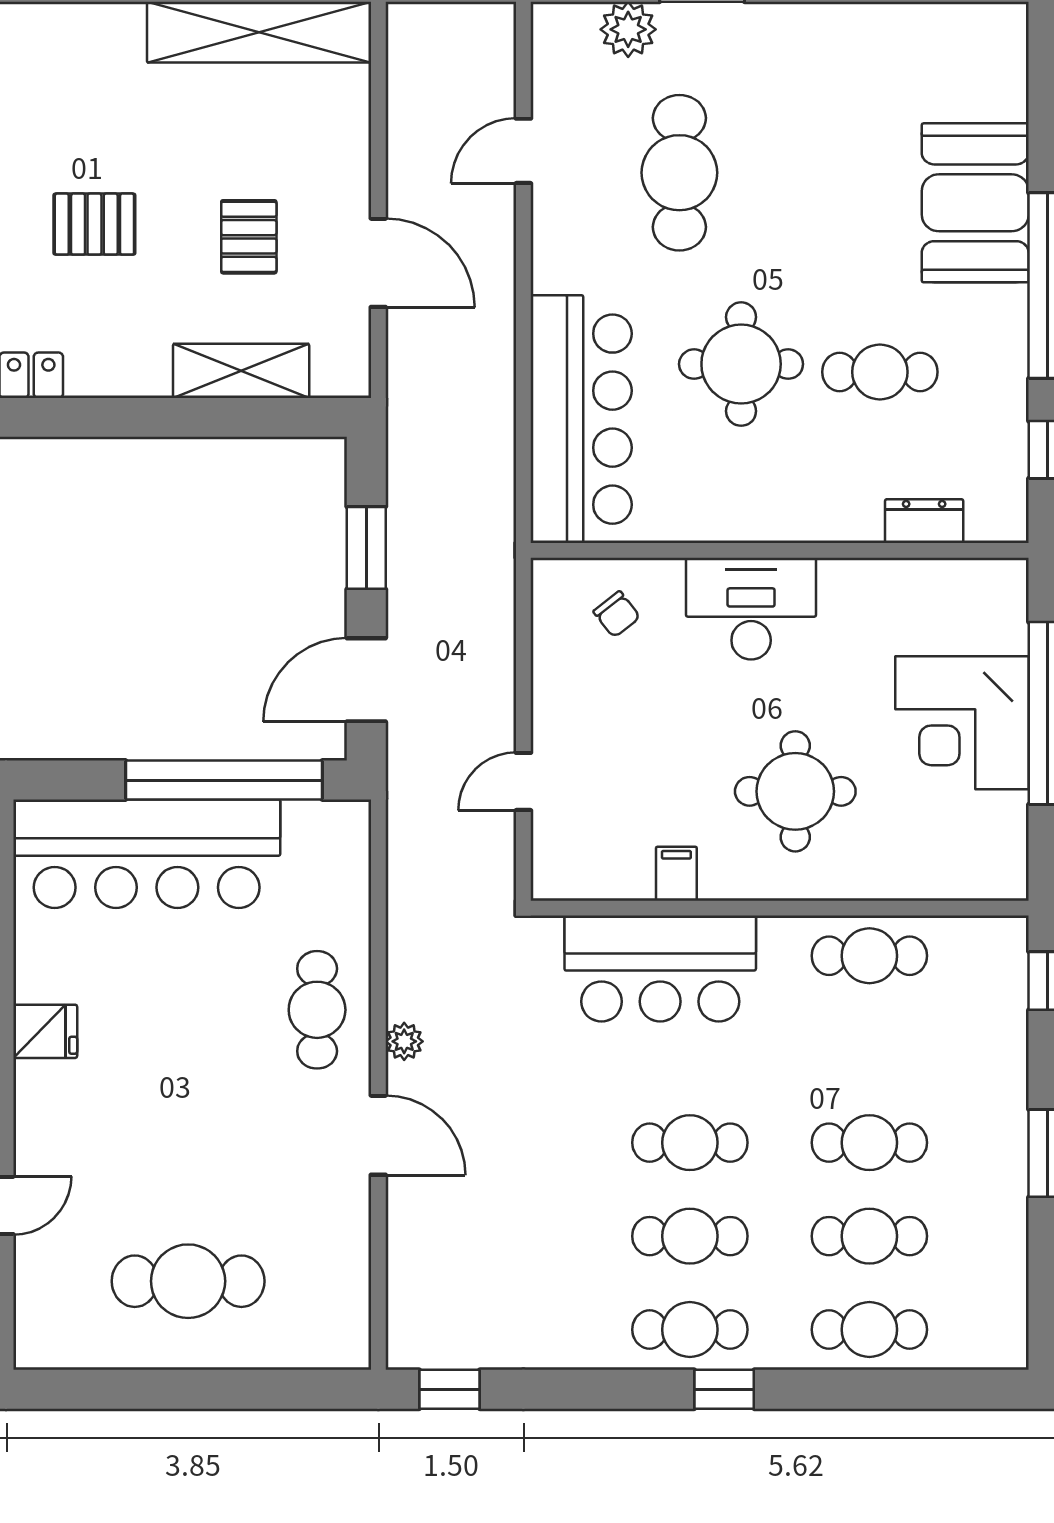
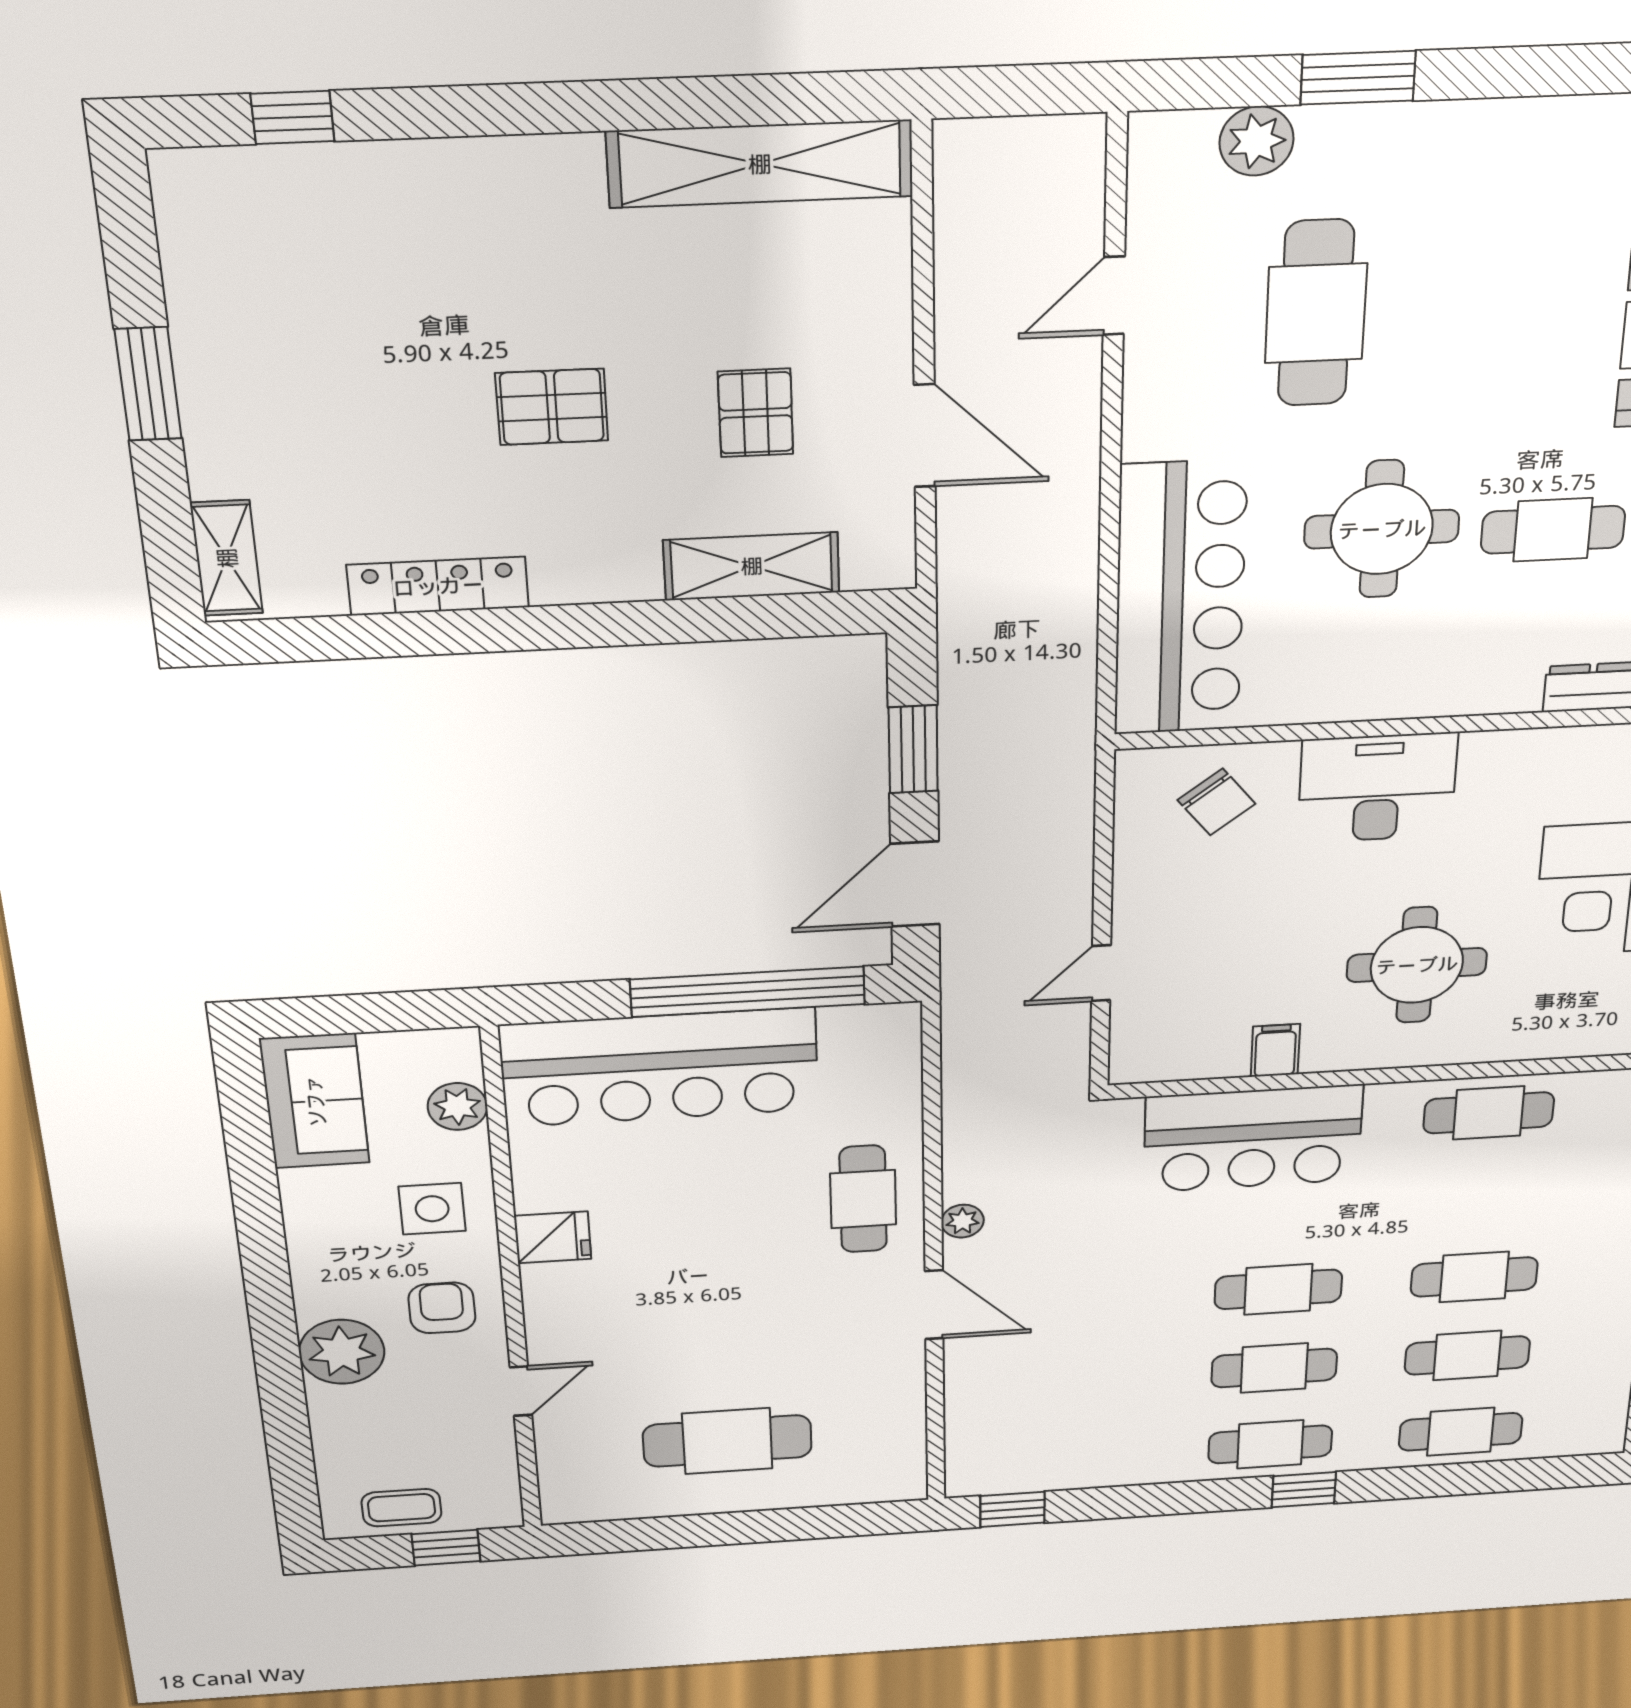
chair: (617, 614) -> (1216, 802), width x1.37, depth x1.37

